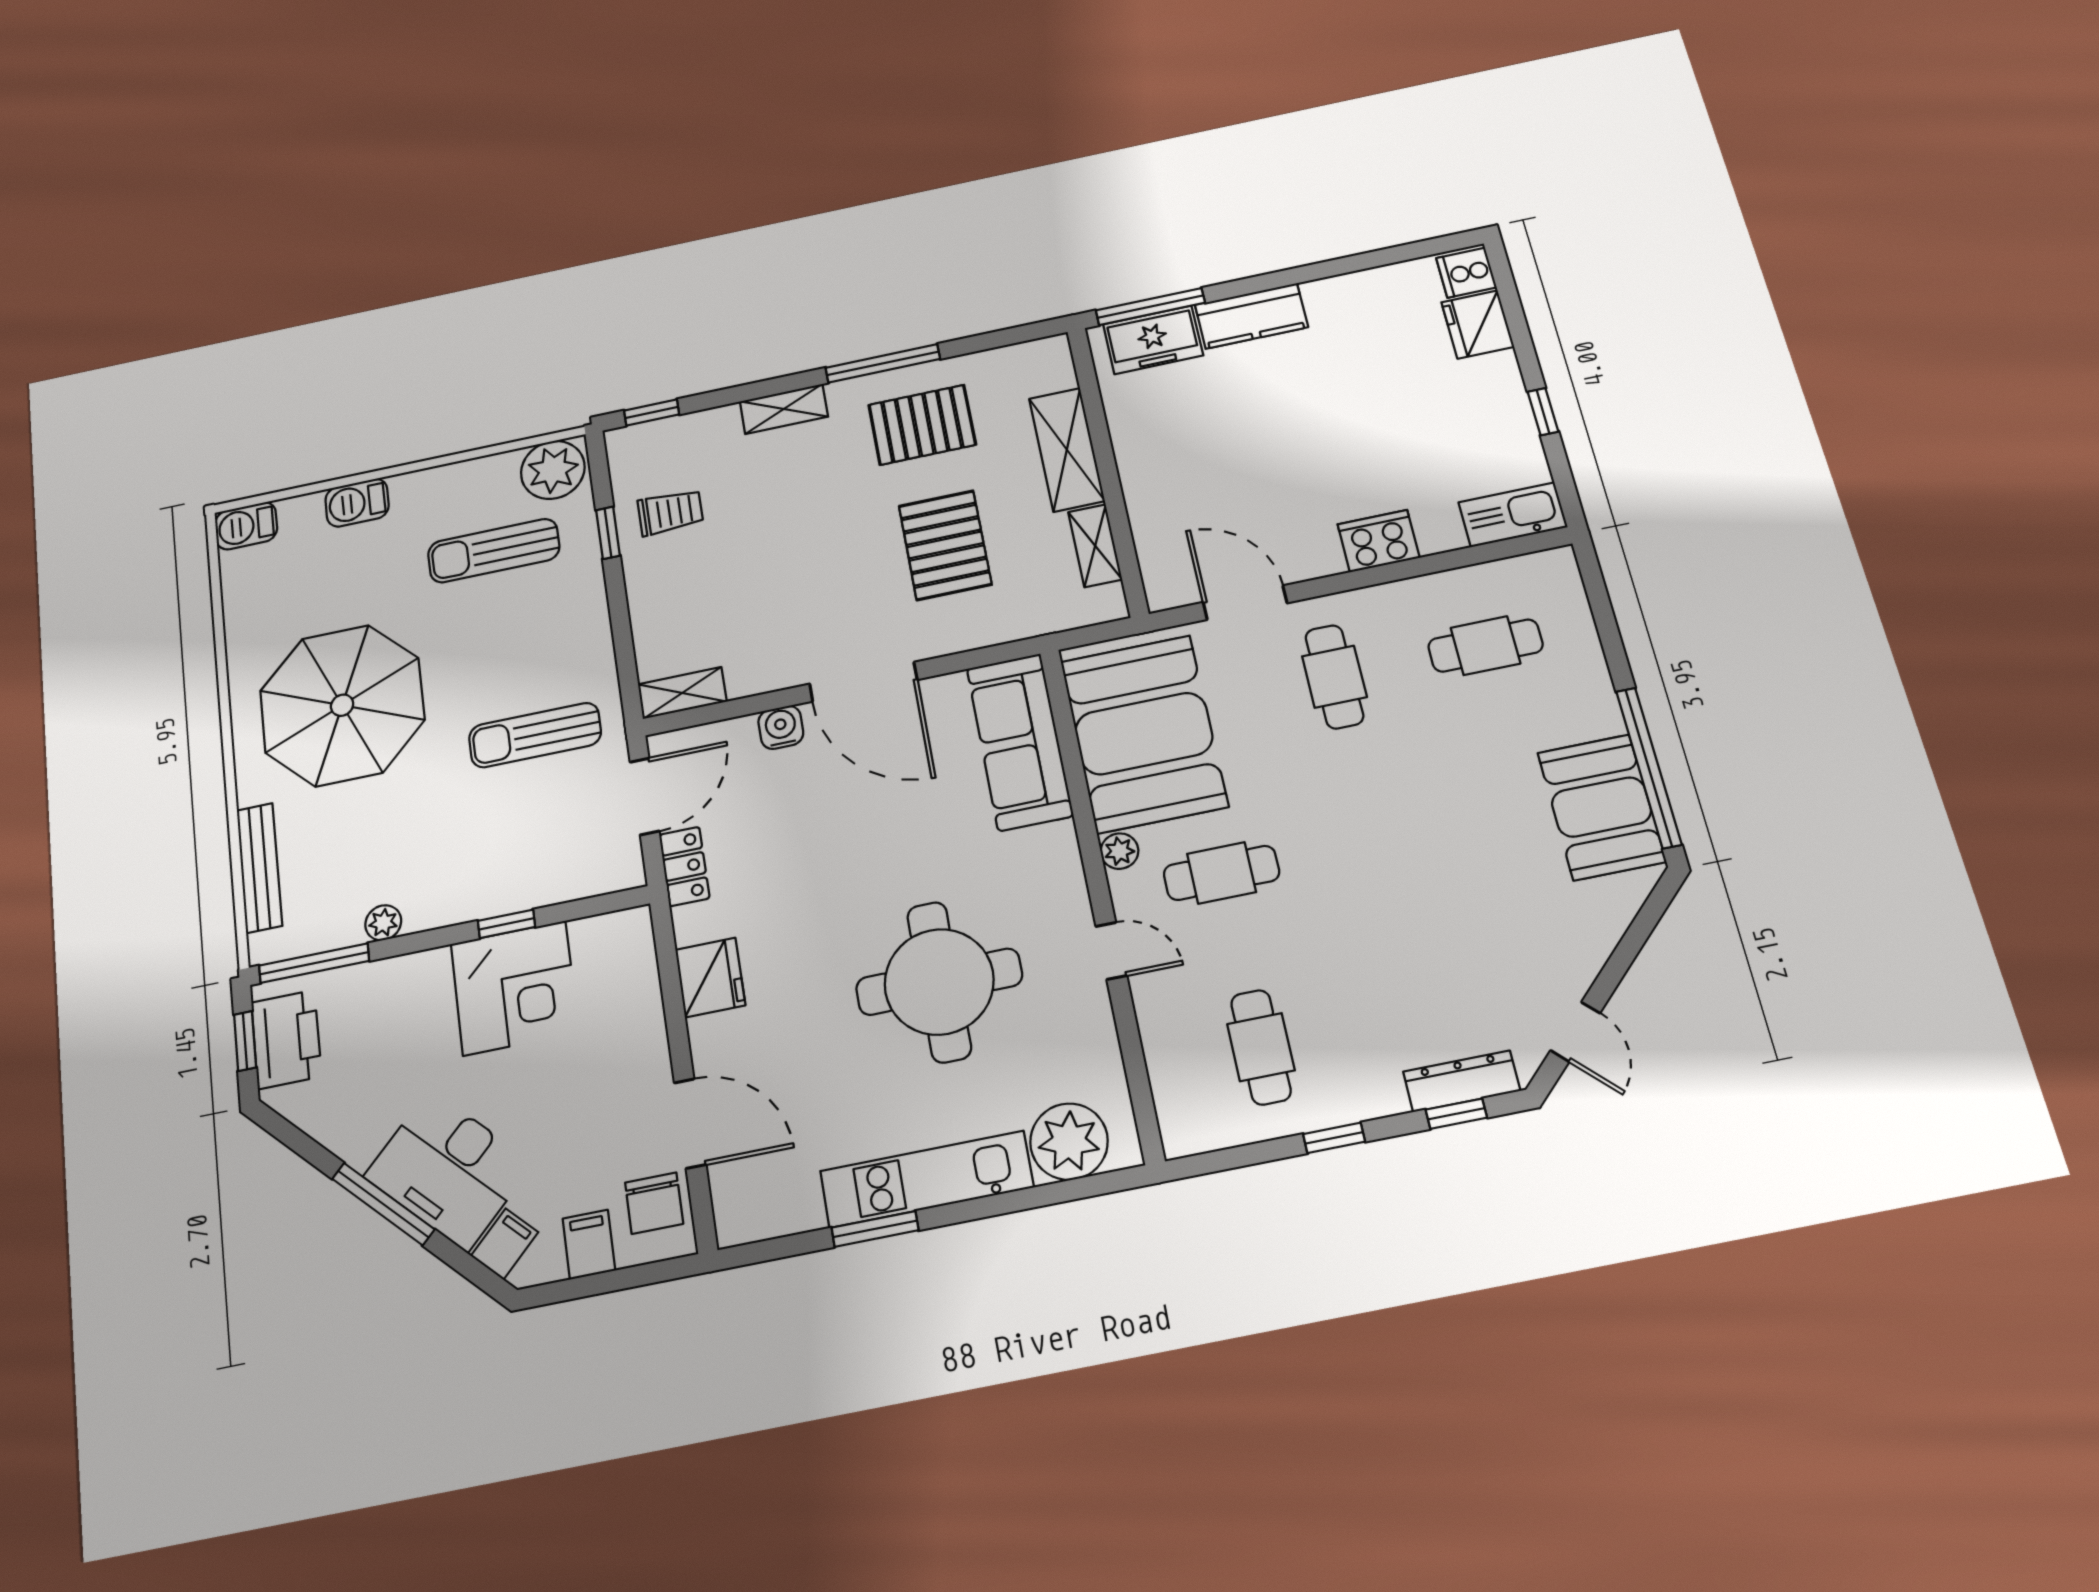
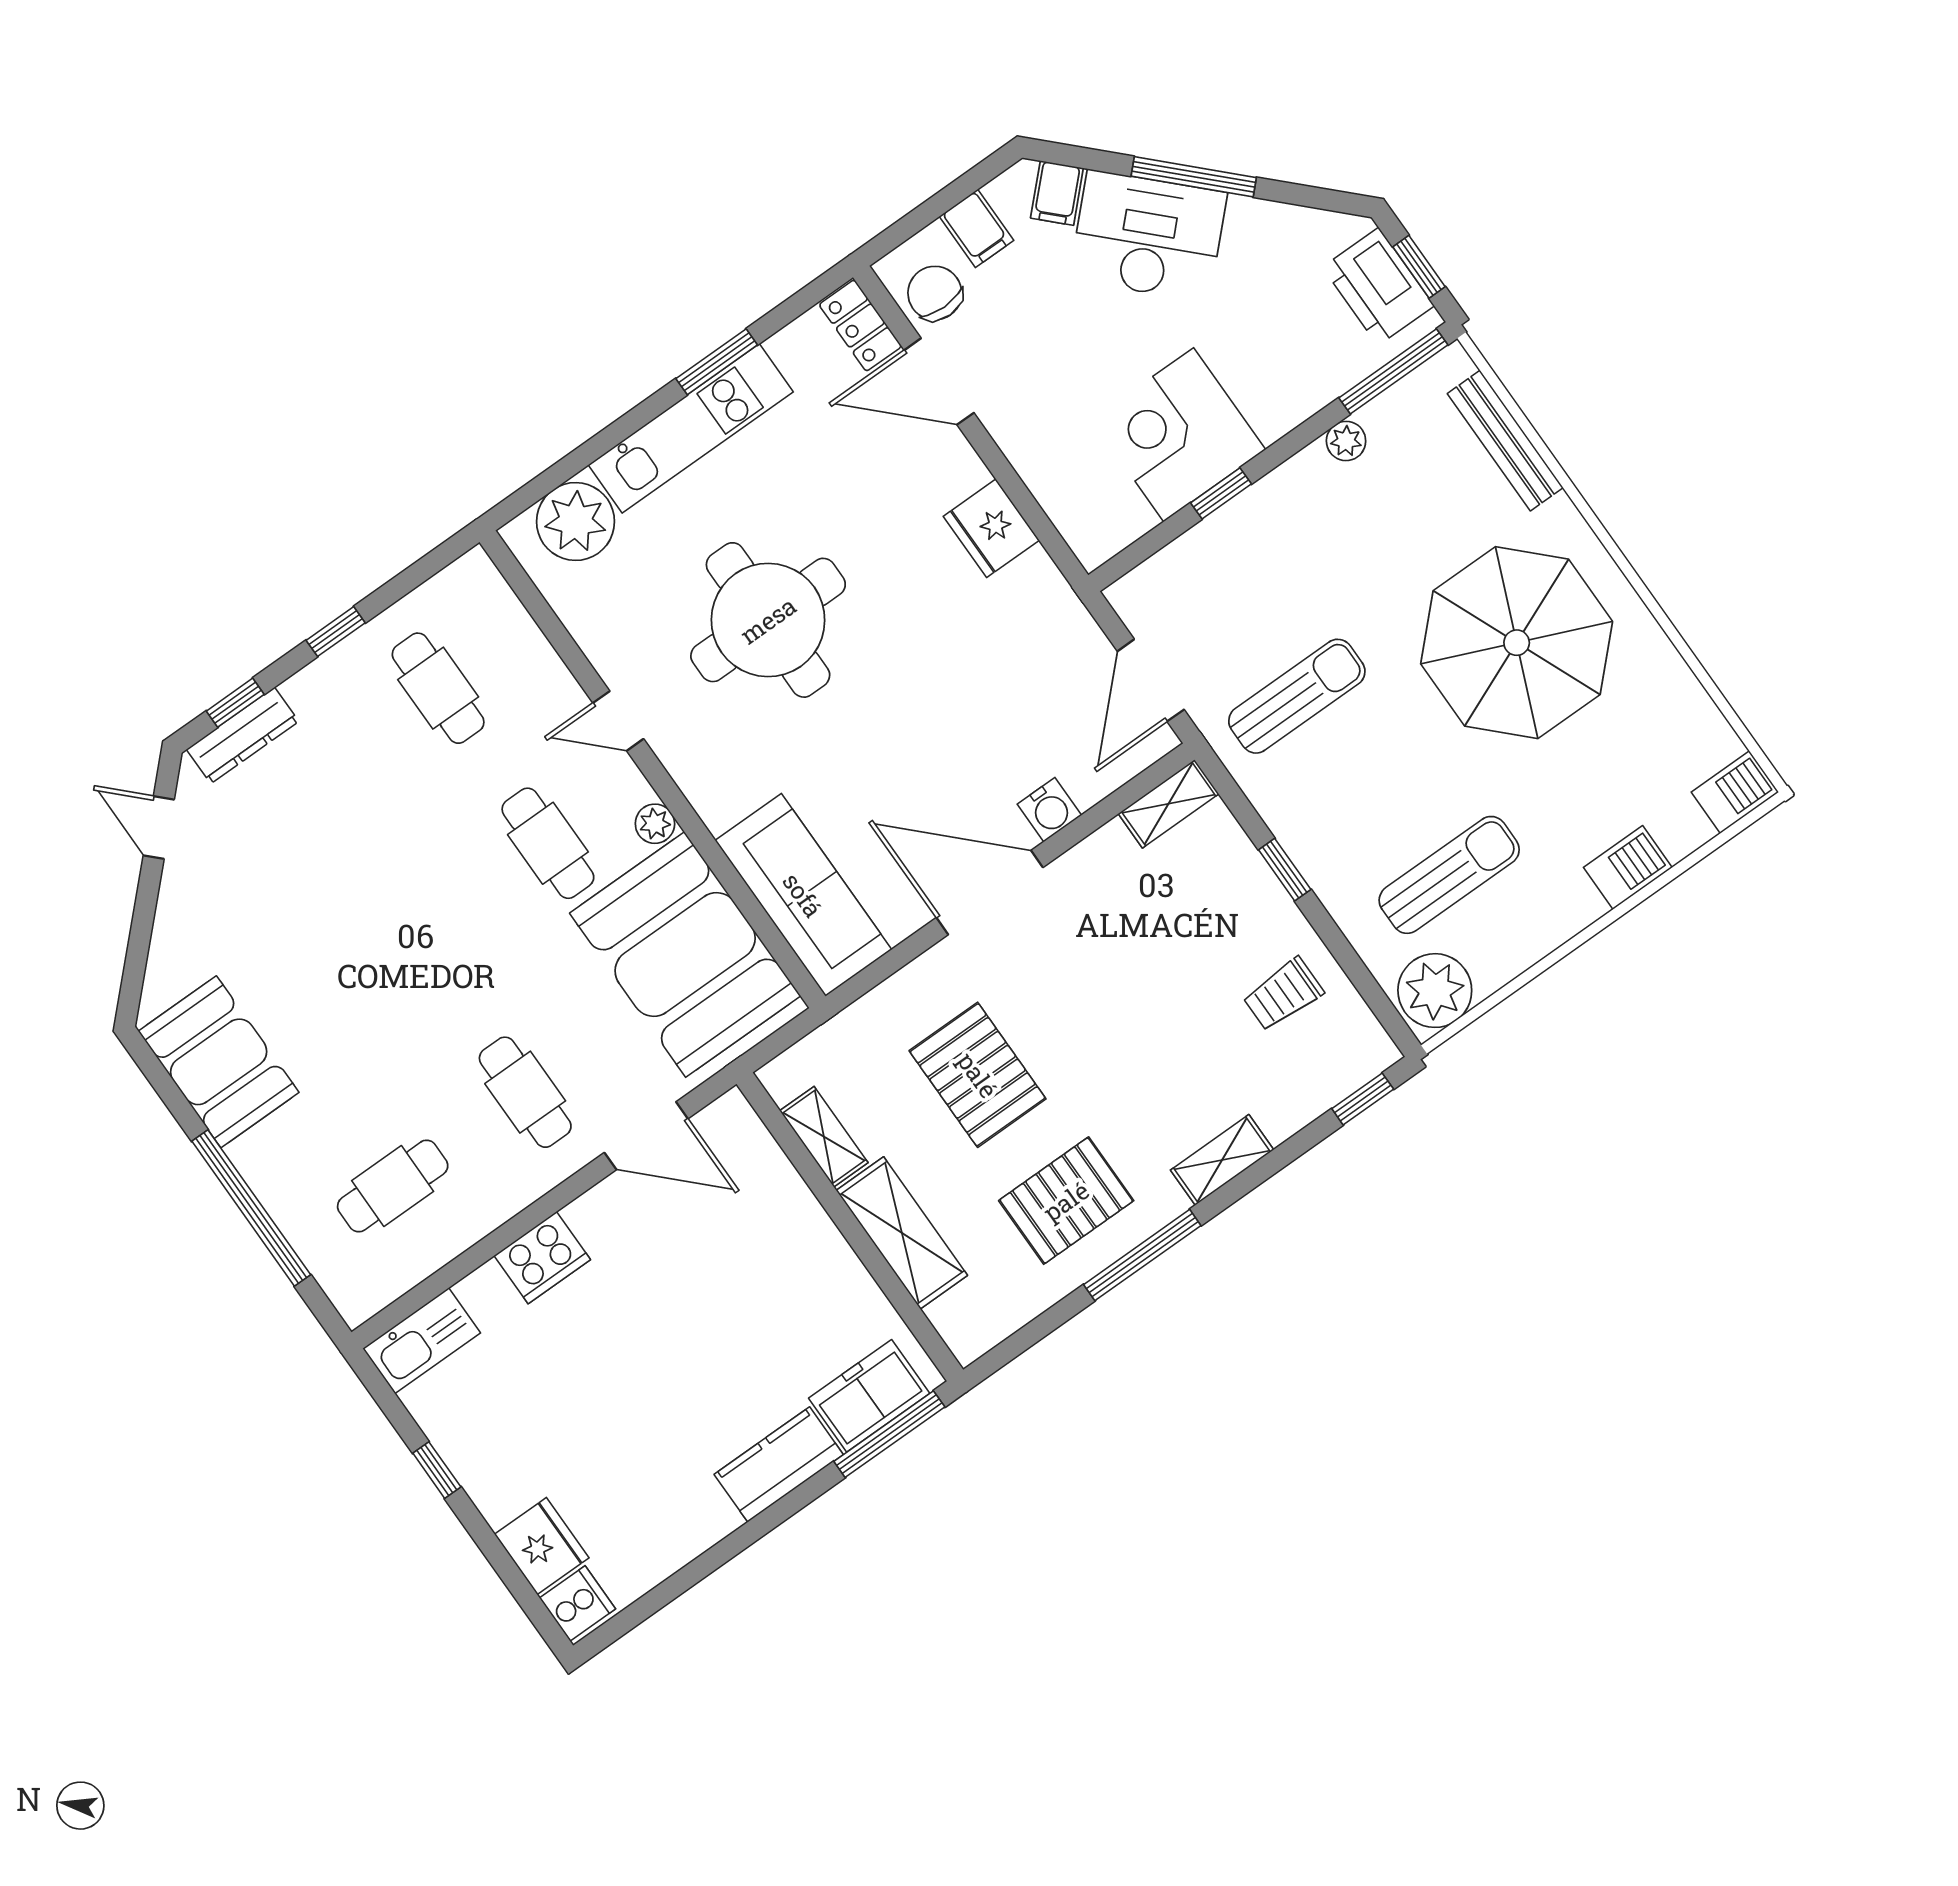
window: (608, 533) -> (1285, 870), moved
window: (1649, 767) -> (251, 1208), moved
locker: (684, 866) -> (860, 325), moved
cafe table: (1221, 873) -> (548, 843), turned 90

